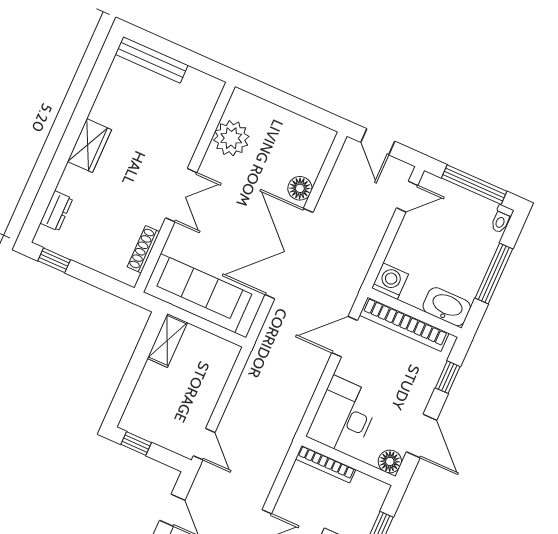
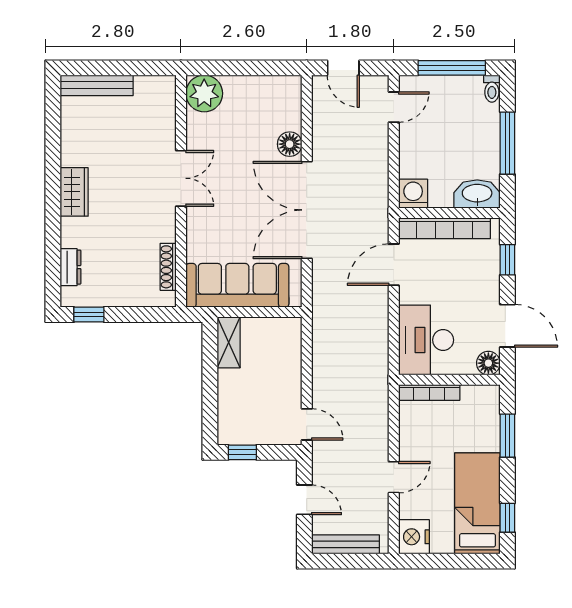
plant: (231, 138) -> (204, 93), moved
double door: (181, 195) -> (181, 178), moved

